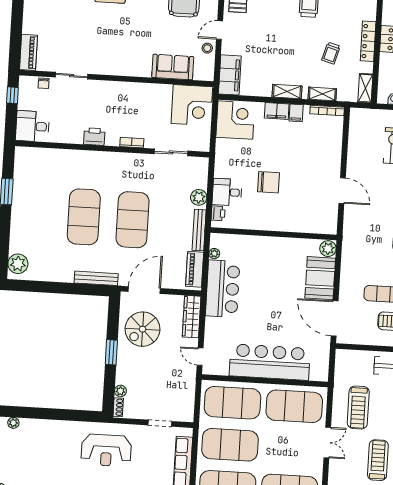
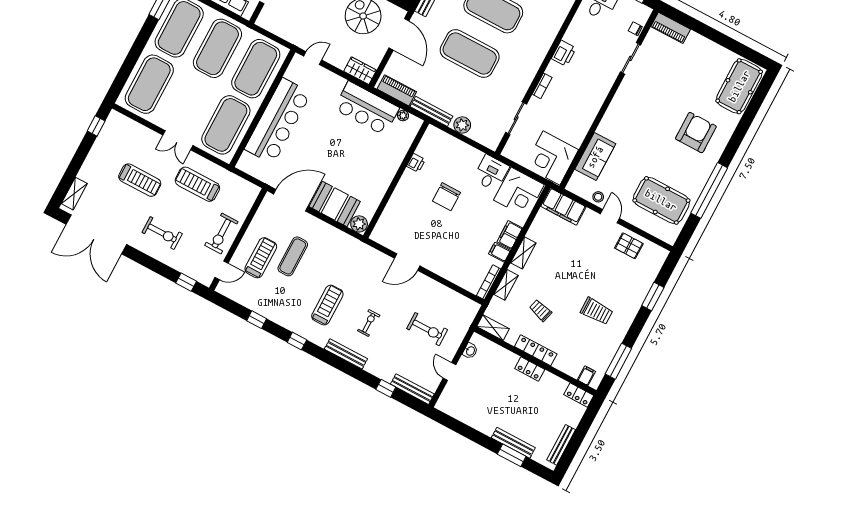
desk: (227, 192) -> (491, 173), moved
printer: (218, 213) -> (416, 163), moved, turned -90
wardrobe: (192, 317) -> (360, 71), width x0.67

